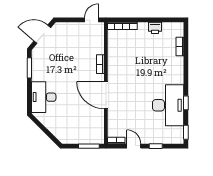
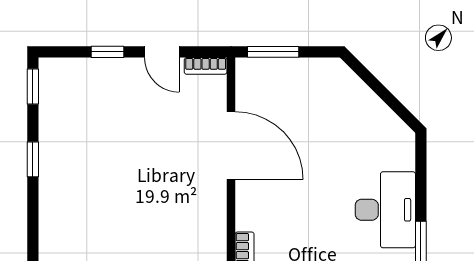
door: (106, 95) -> (231, 146), moved
desk: (44, 97) -> (385, 210), moved
desk: (168, 105) -> (77, 153), removed

